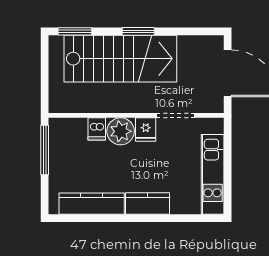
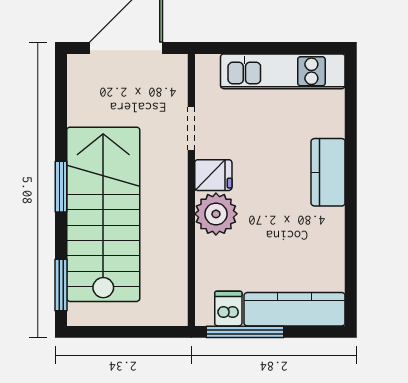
doorway: (176, 115) -> (191, 129), width x0.73
dishwasher: (97, 129) -> (228, 309), moved, turned -90
kitchen counter: (92, 204) -> (295, 309), moved, turned 90

